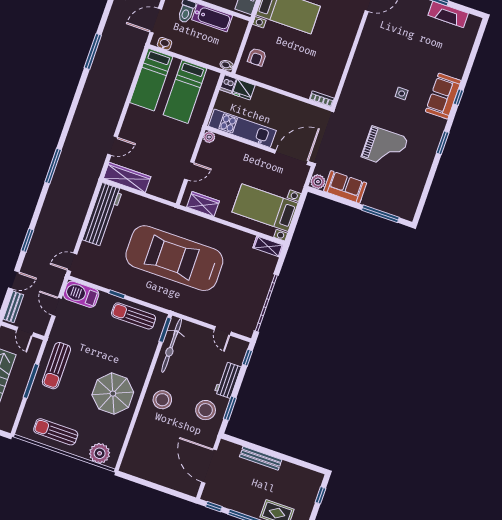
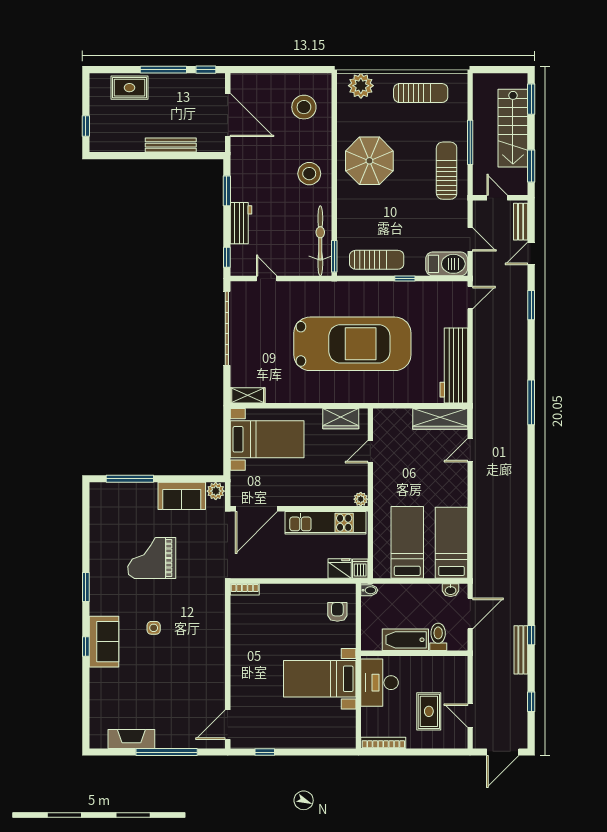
window: (93, 51) -> (531, 552), removed
stool: (206, 410) -> (304, 107), moved

